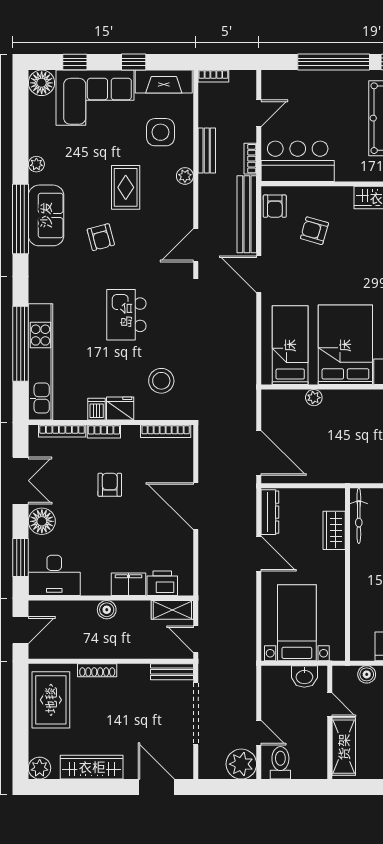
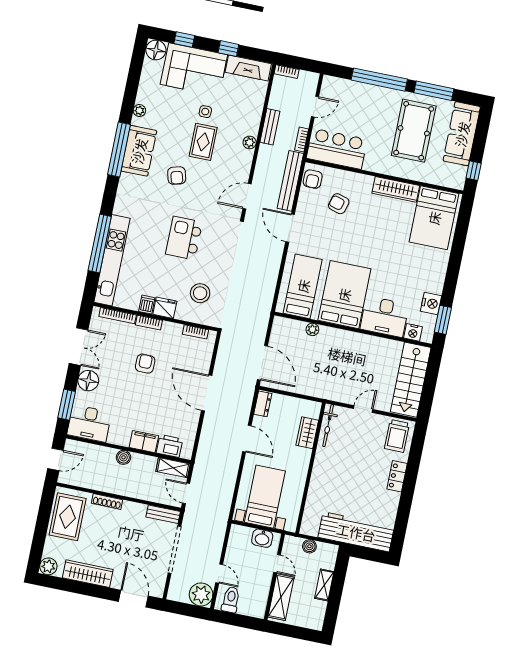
side table: (160, 132) -> (205, 112), moved, width x0.54, depth x0.54
bookcase: (166, 431) -> (195, 332), width x0.64
dresser: (270, 512) -> (263, 404), width x0.70

